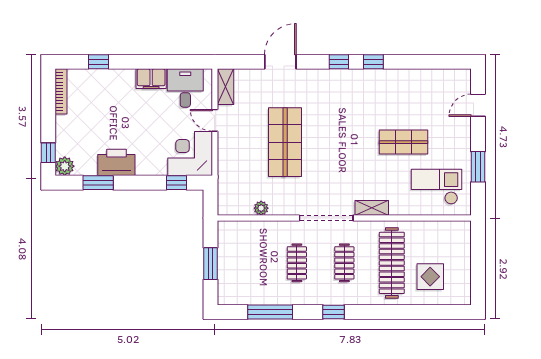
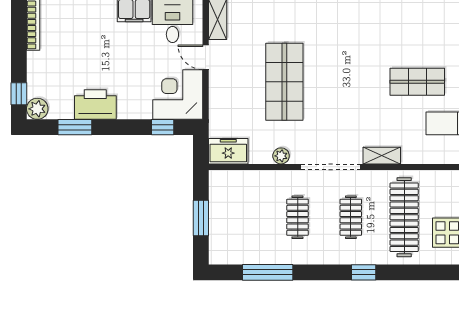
freezer: (235, 204) -> (228, 151), added
plant: (261, 208) -> (281, 156), moved
window: (334, 312) -> (364, 272), moved

